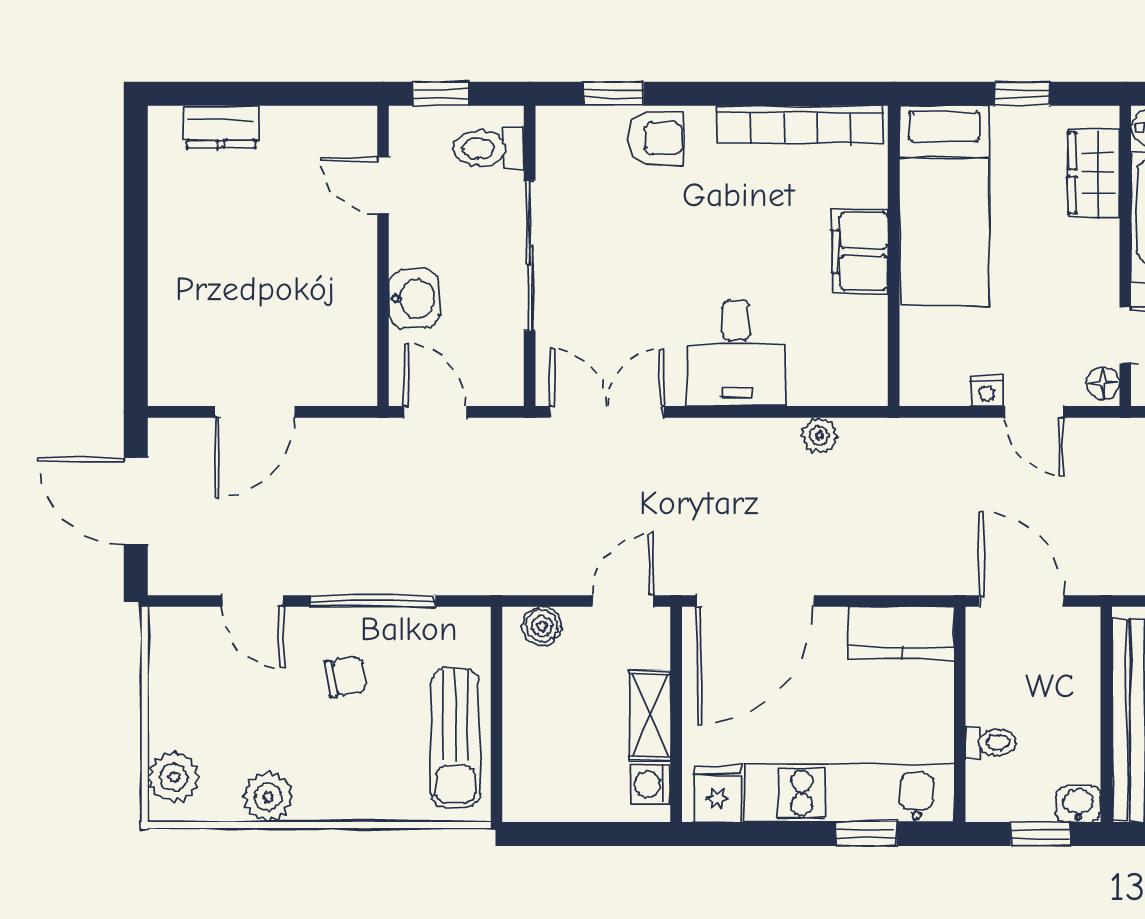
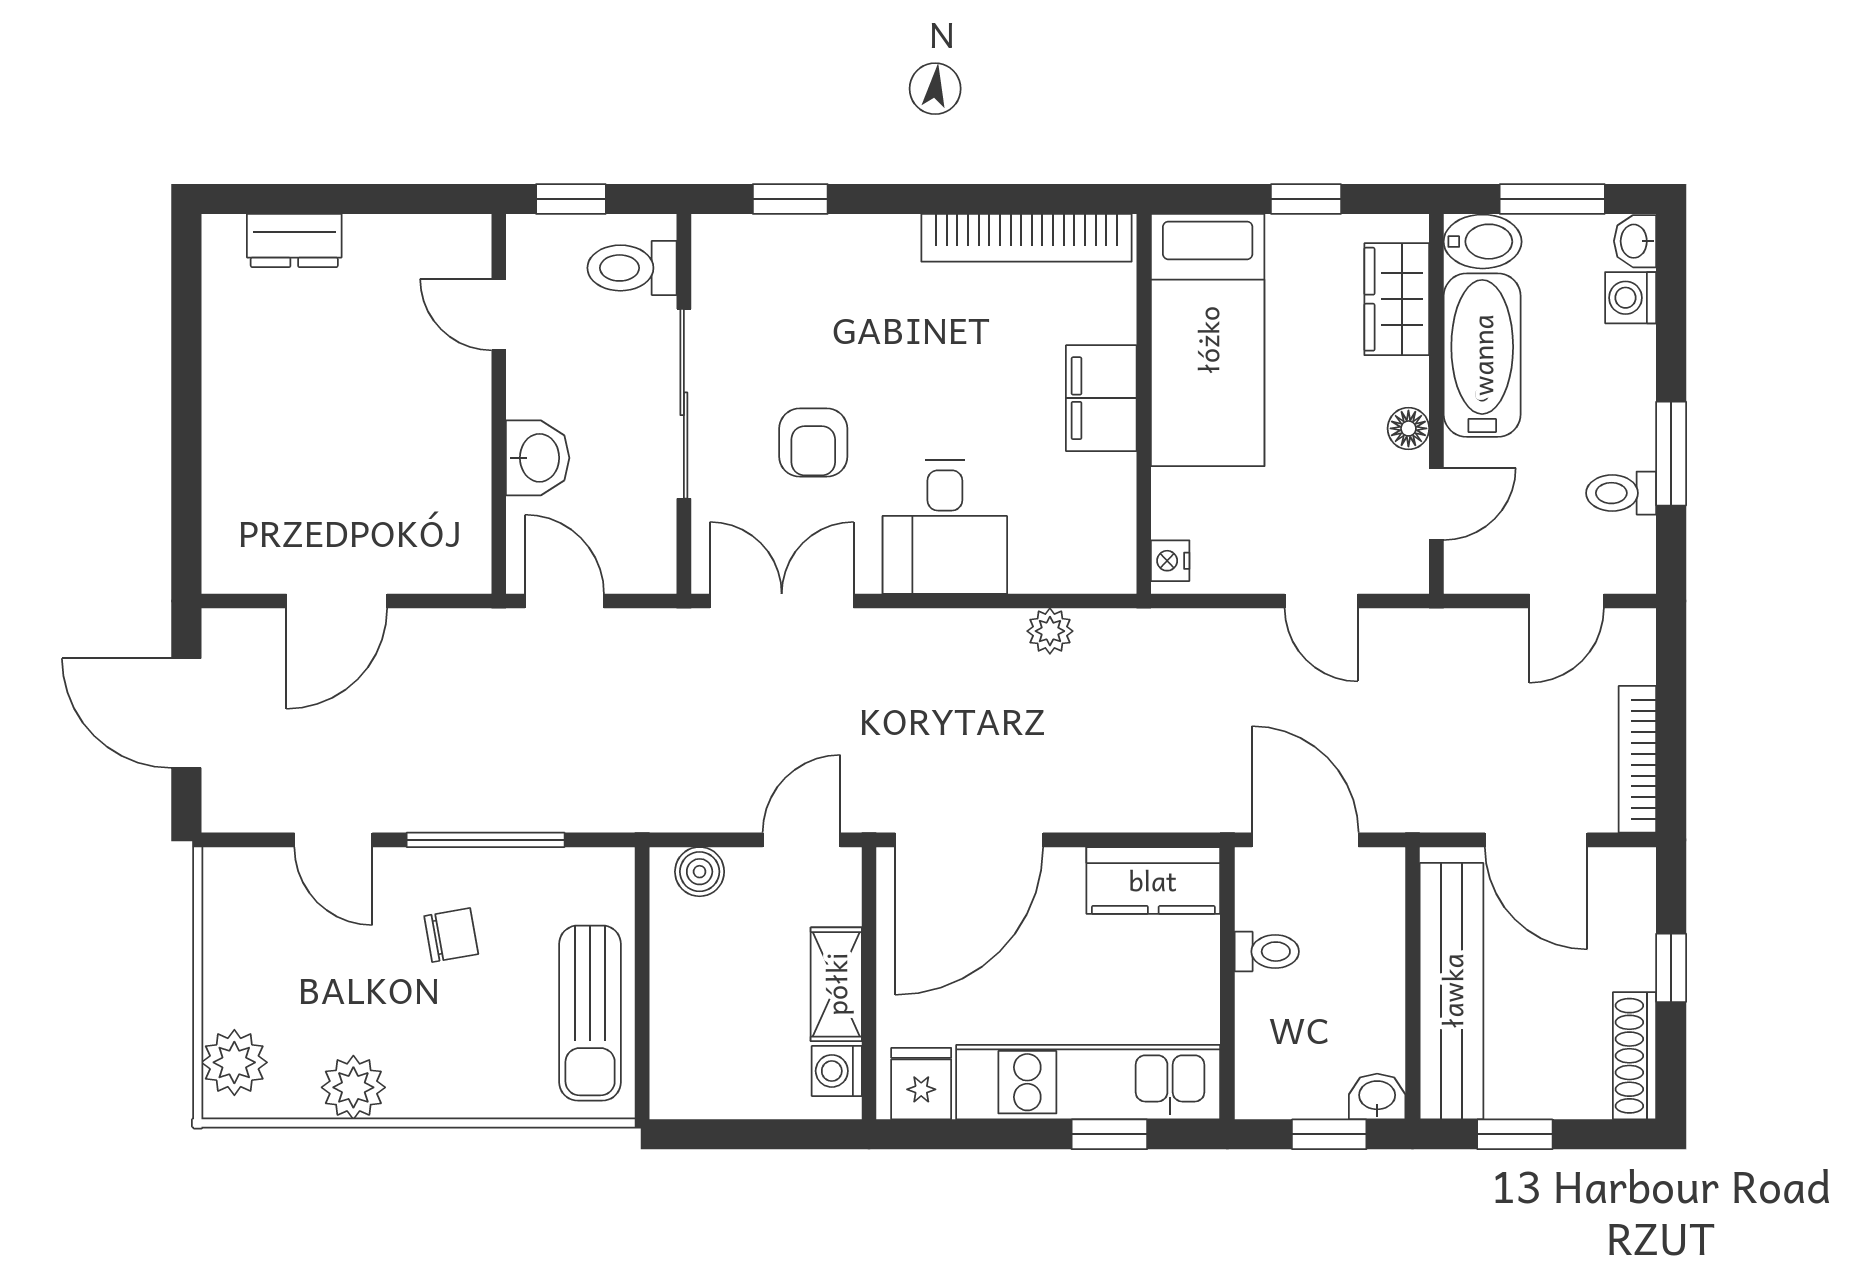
armchair: (656, 138) -> (813, 443), moved, turned 90
floor lamp: (1103, 383) -> (1408, 428), moved
nightstand: (987, 391) -> (1170, 561), moved, turned 90
toilet: (991, 742) -> (1267, 952), moved

